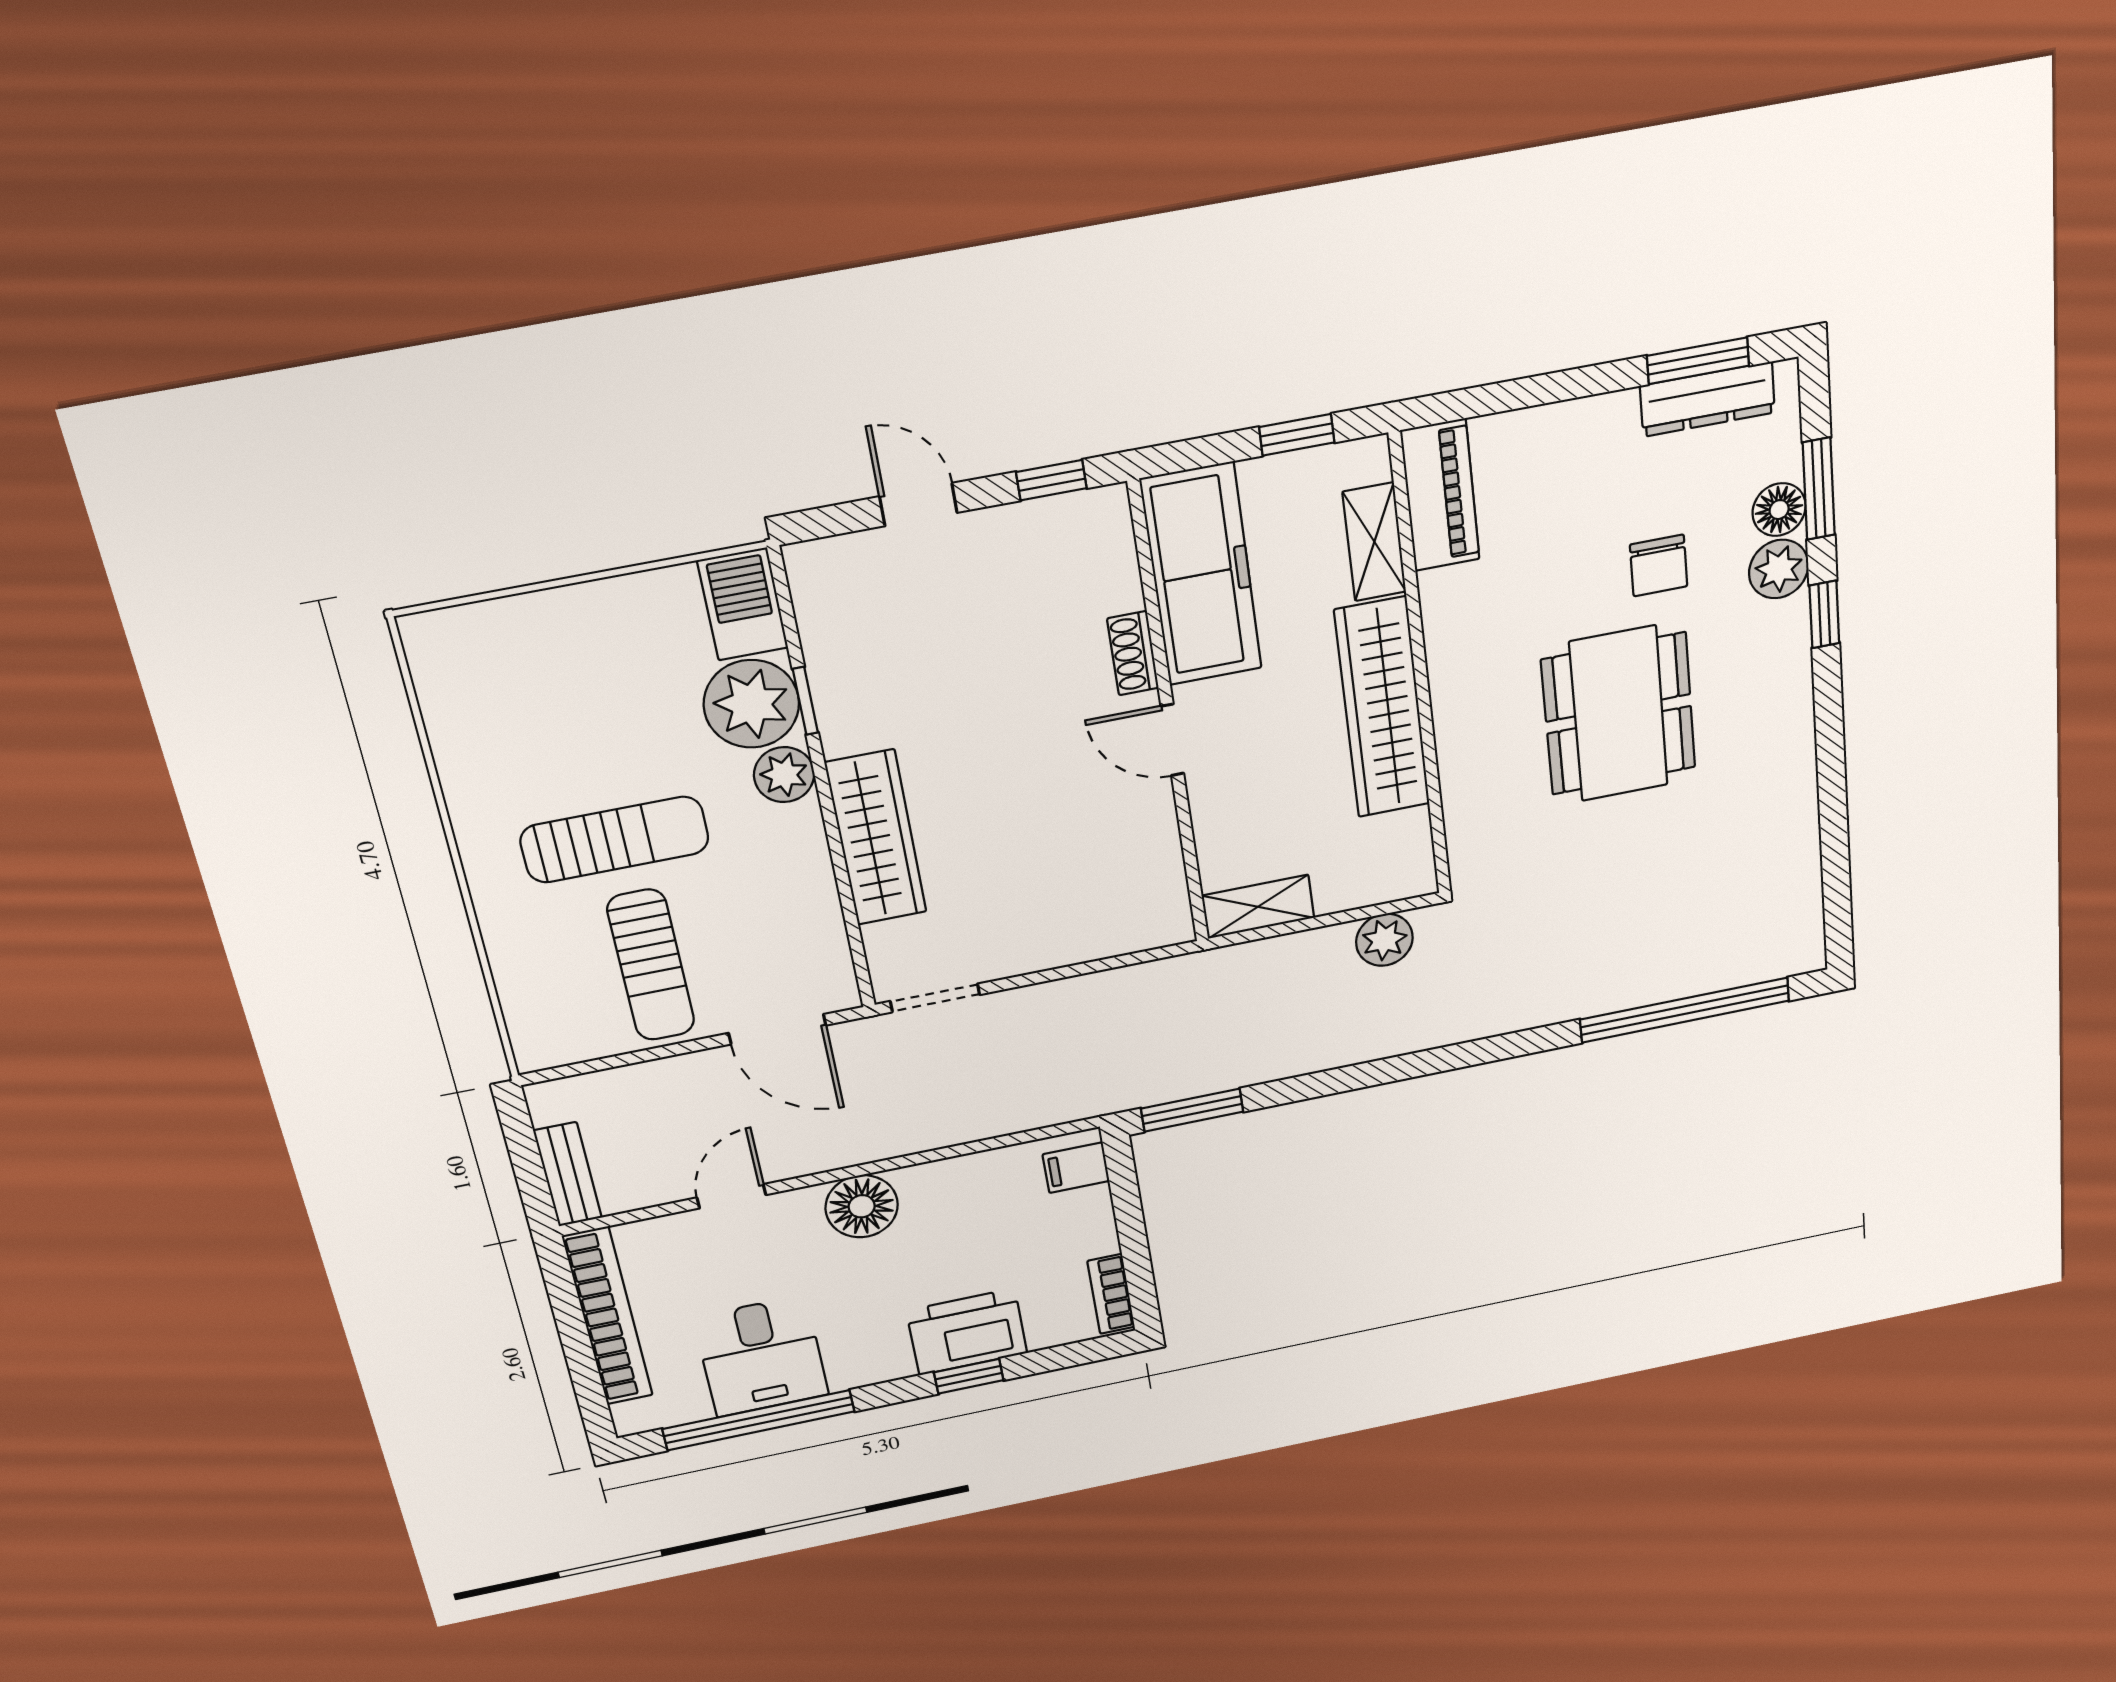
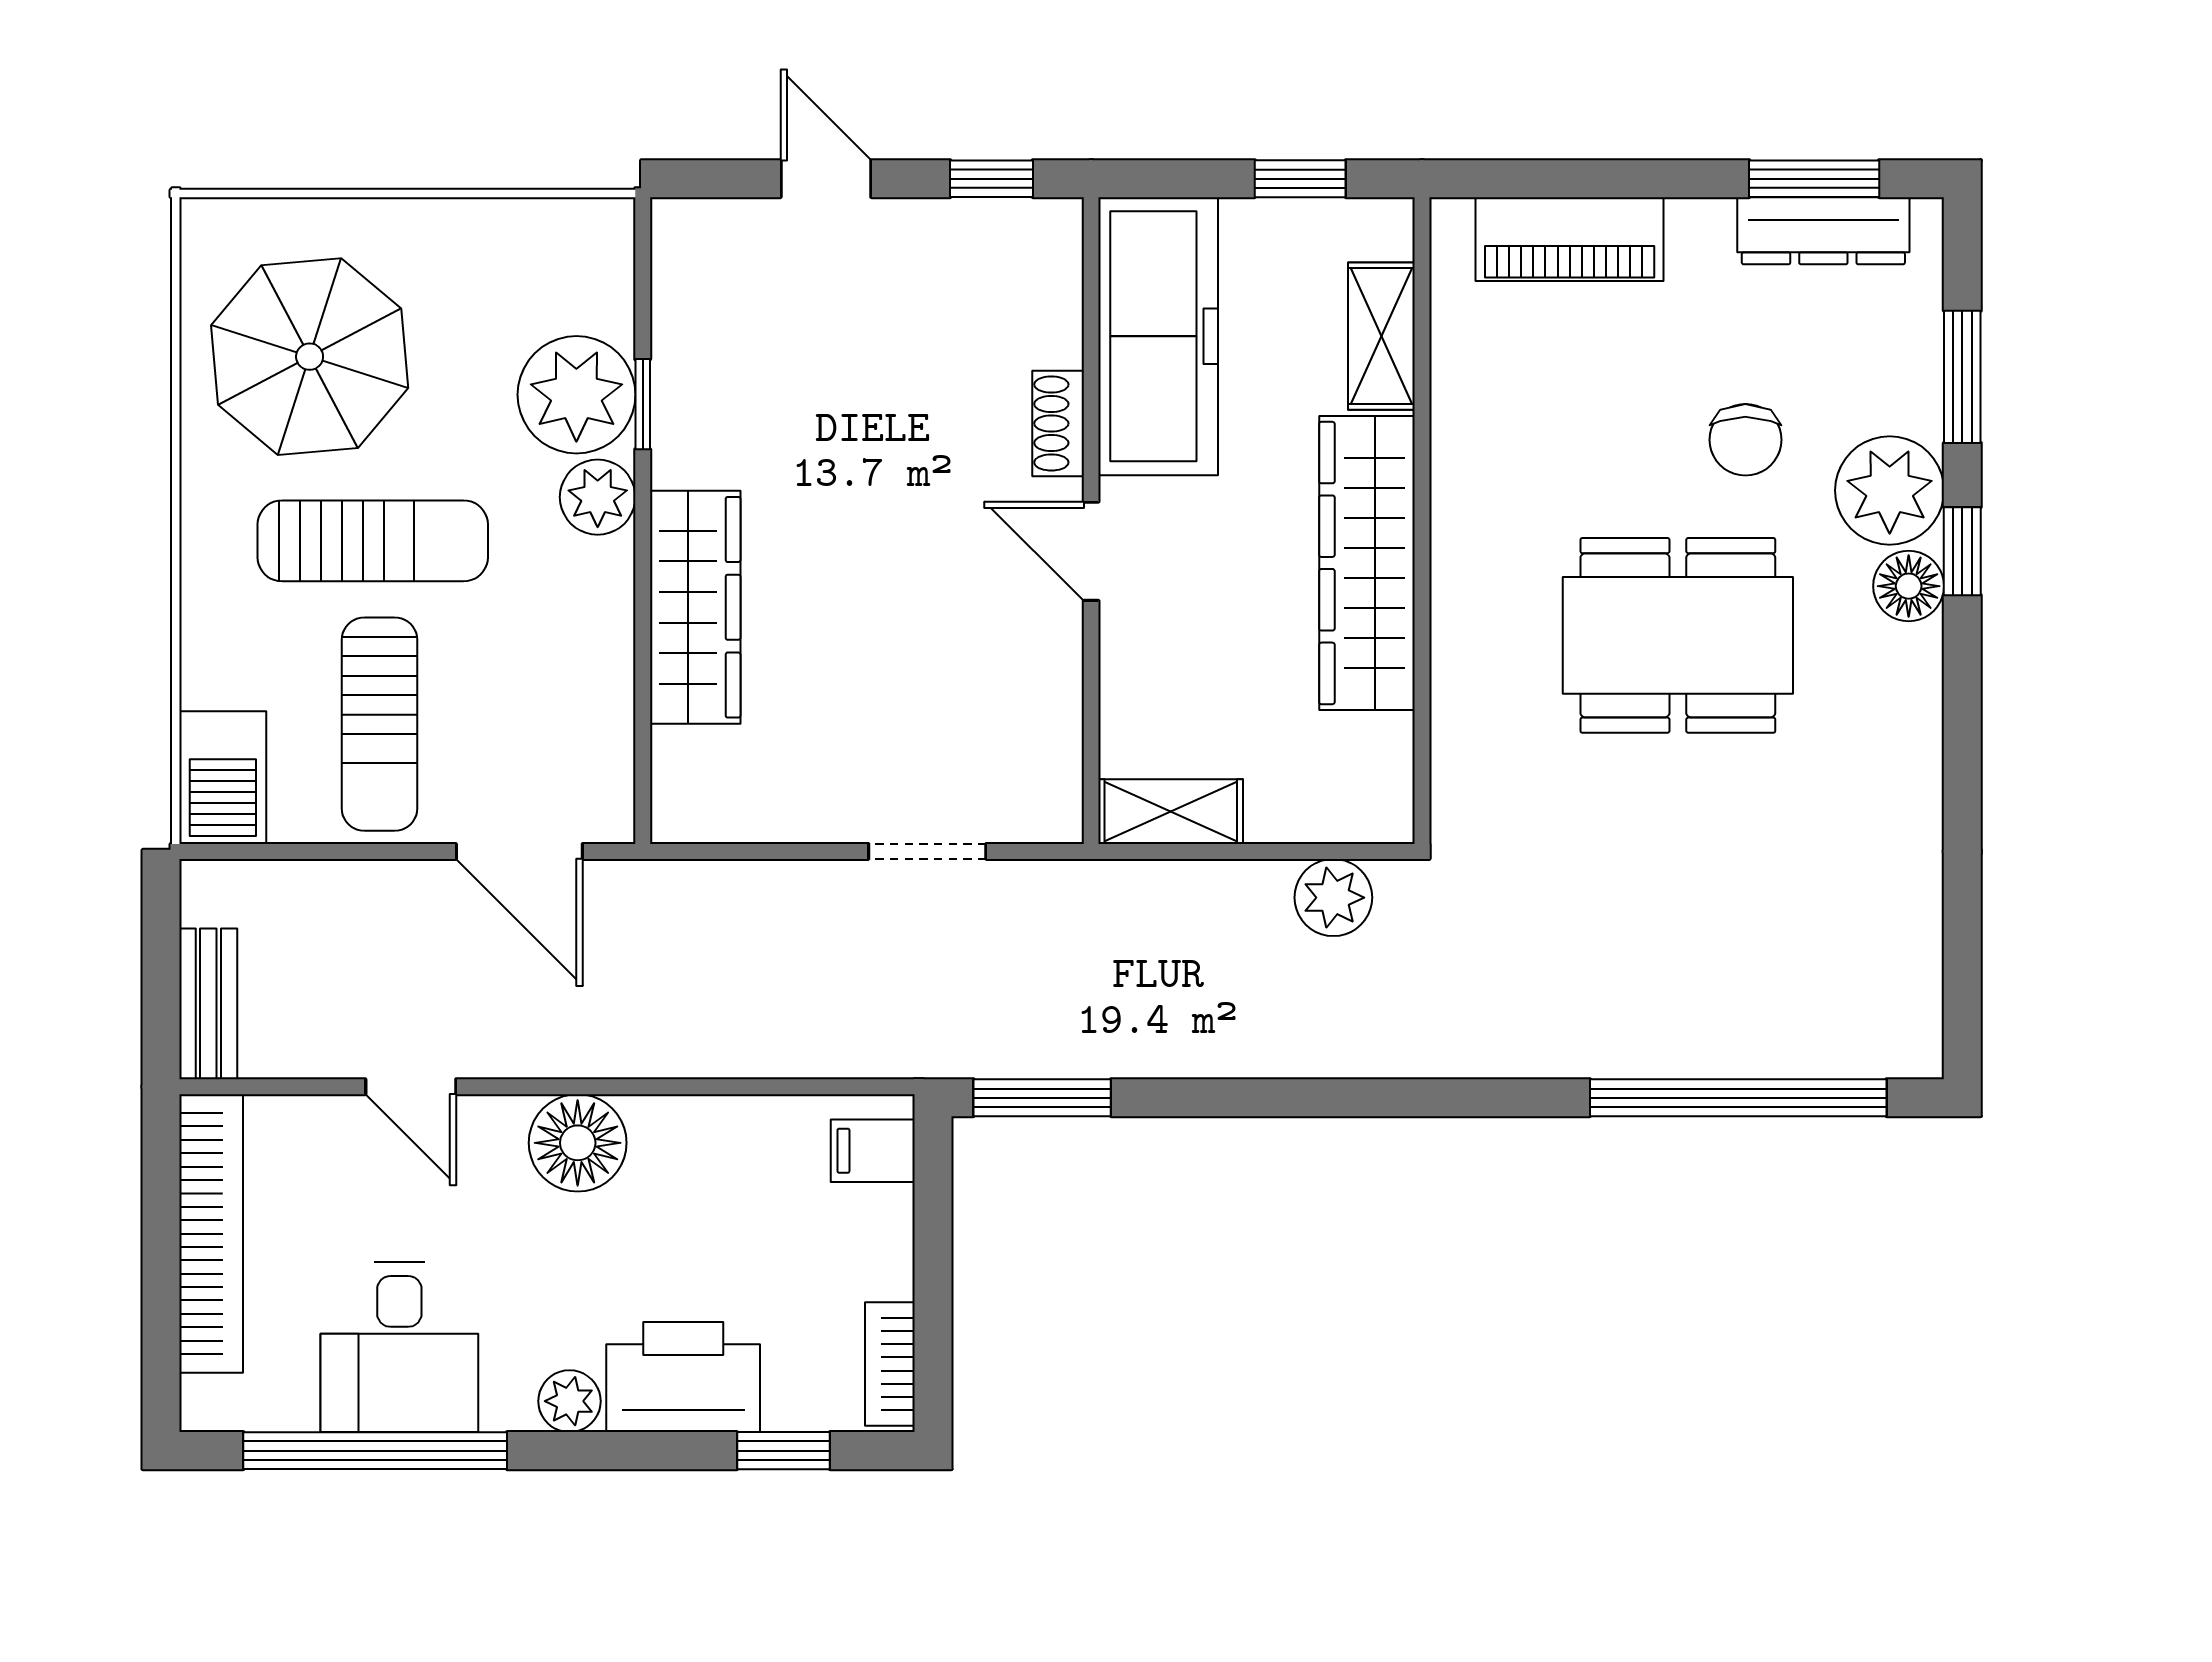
piano: (1440, 495) -> (1570, 239), moved, turned 90
floor lamp: (1779, 510) -> (1909, 586), moved
plant: (1779, 569) -> (1890, 490), width x1.36, depth x1.36
barbecue: (743, 604) -> (223, 778), moved, turned 180
dining table: (1619, 714) -> (1678, 635), turned 90
parasol: (531, 716) -> (310, 357), added
doorway: (935, 998) -> (927, 851), moved
door: (731, 1196) -> (411, 1087), swing flipped
plant: (890, 1363) -> (569, 1401), added
window: (969, 1376) -> (783, 1451), moved

